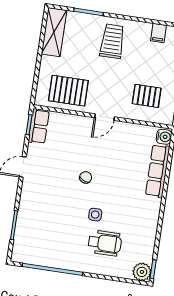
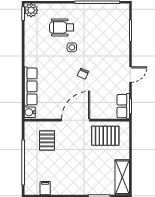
trolley: (112, 41) -> (78, 177), removed
pallet: (147, 96) -> (47, 140), turned 90
door: (104, 117) -> (76, 120), width x1.88

